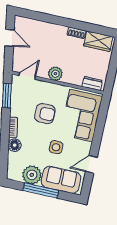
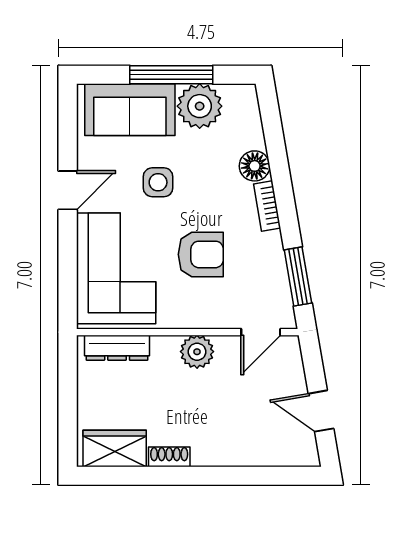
dresser: (92, 84) -> (117, 348), width x1.44
armchair: (45, 113) -> (201, 254), turned 180
door: (91, 164) -> (68, 190), moved

